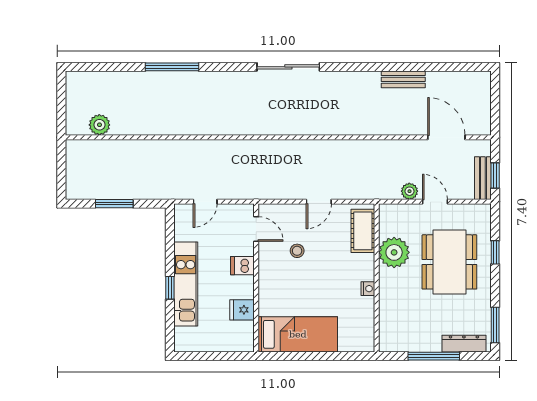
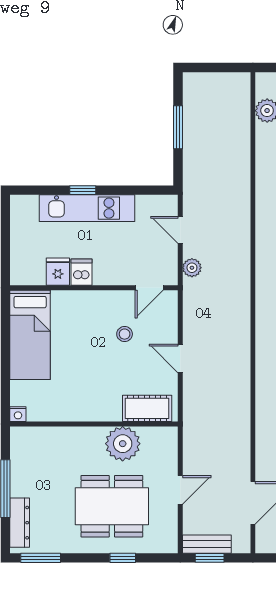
plant: (409, 191) -> (192, 268), moved
dishwasher: (242, 266) -> (81, 272), moved
nightstand: (368, 289) -> (18, 414), moved

